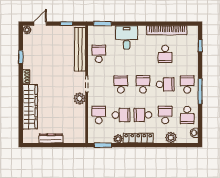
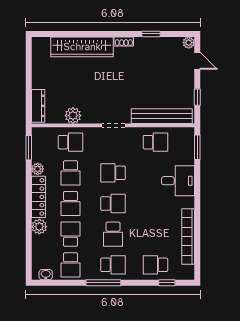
school desk: (165, 54) -> (155, 265), moved
school desk: (121, 84) -> (113, 173), turned 180
plant: (80, 98) -> (73, 116), moved
school desk: (143, 115) -> (71, 204), turned 180
school desk: (165, 115) -> (71, 234), turned -90
school desk: (187, 115) -> (71, 265), turned -90
dresser: (51, 138) -> (38, 106), moved
plant: (171, 138) -> (39, 227), moved

